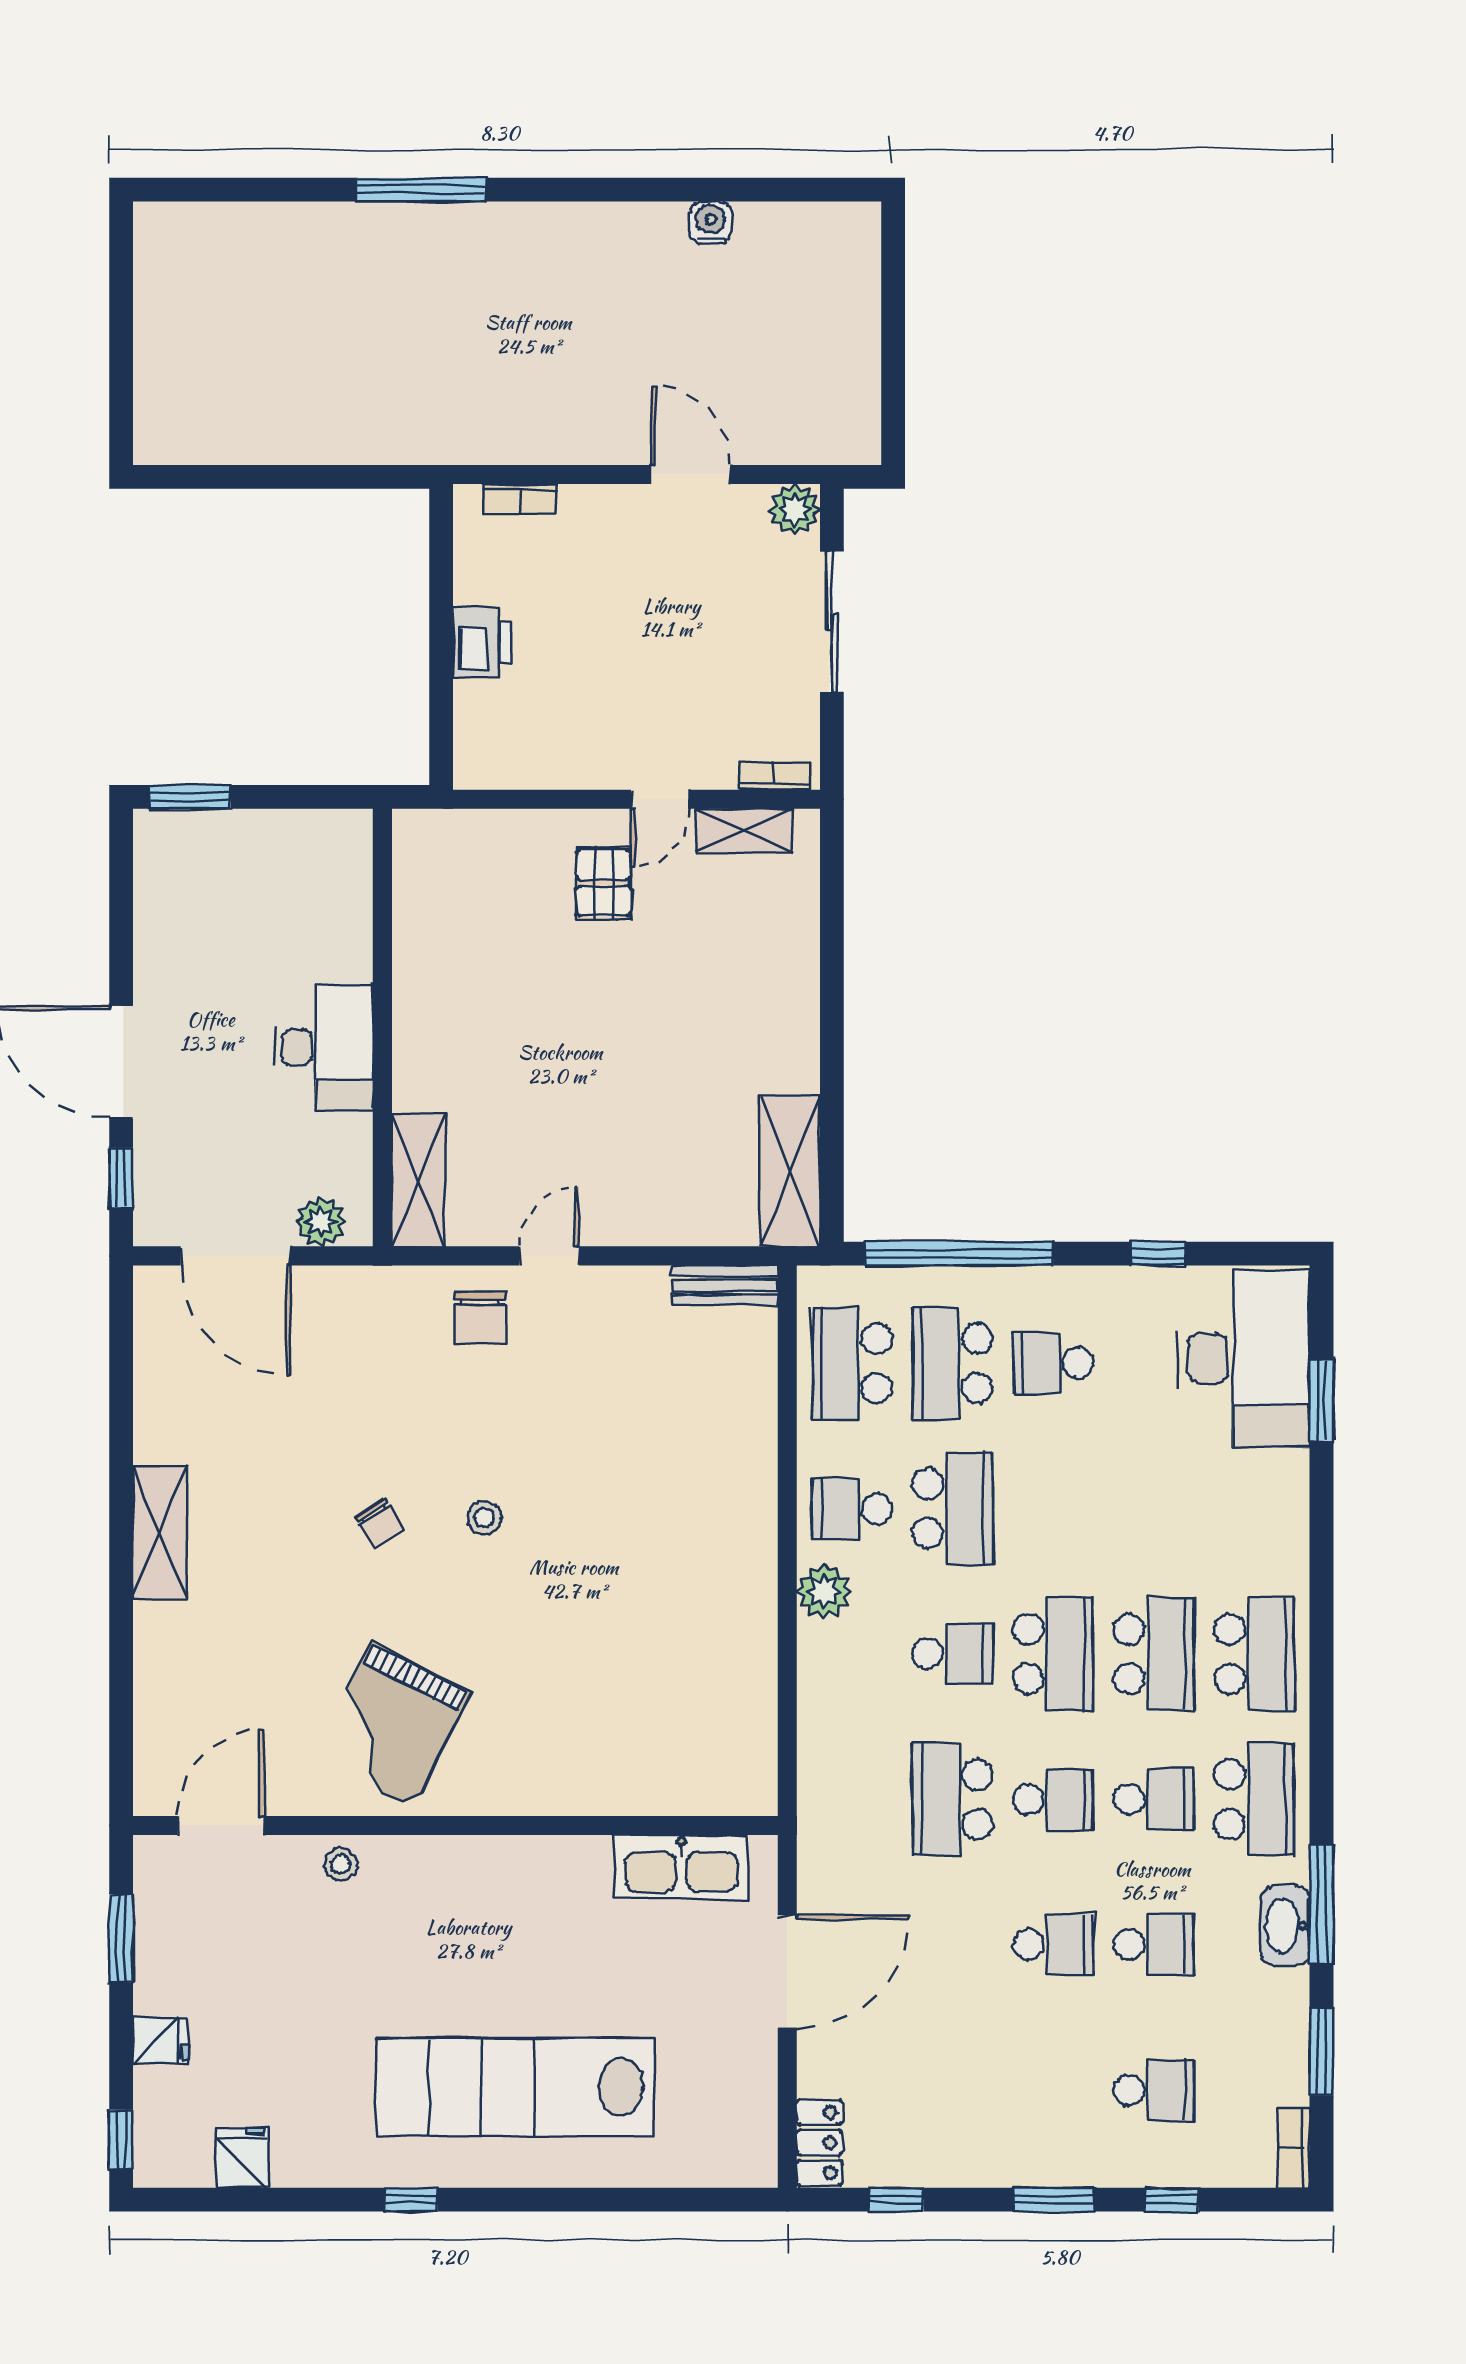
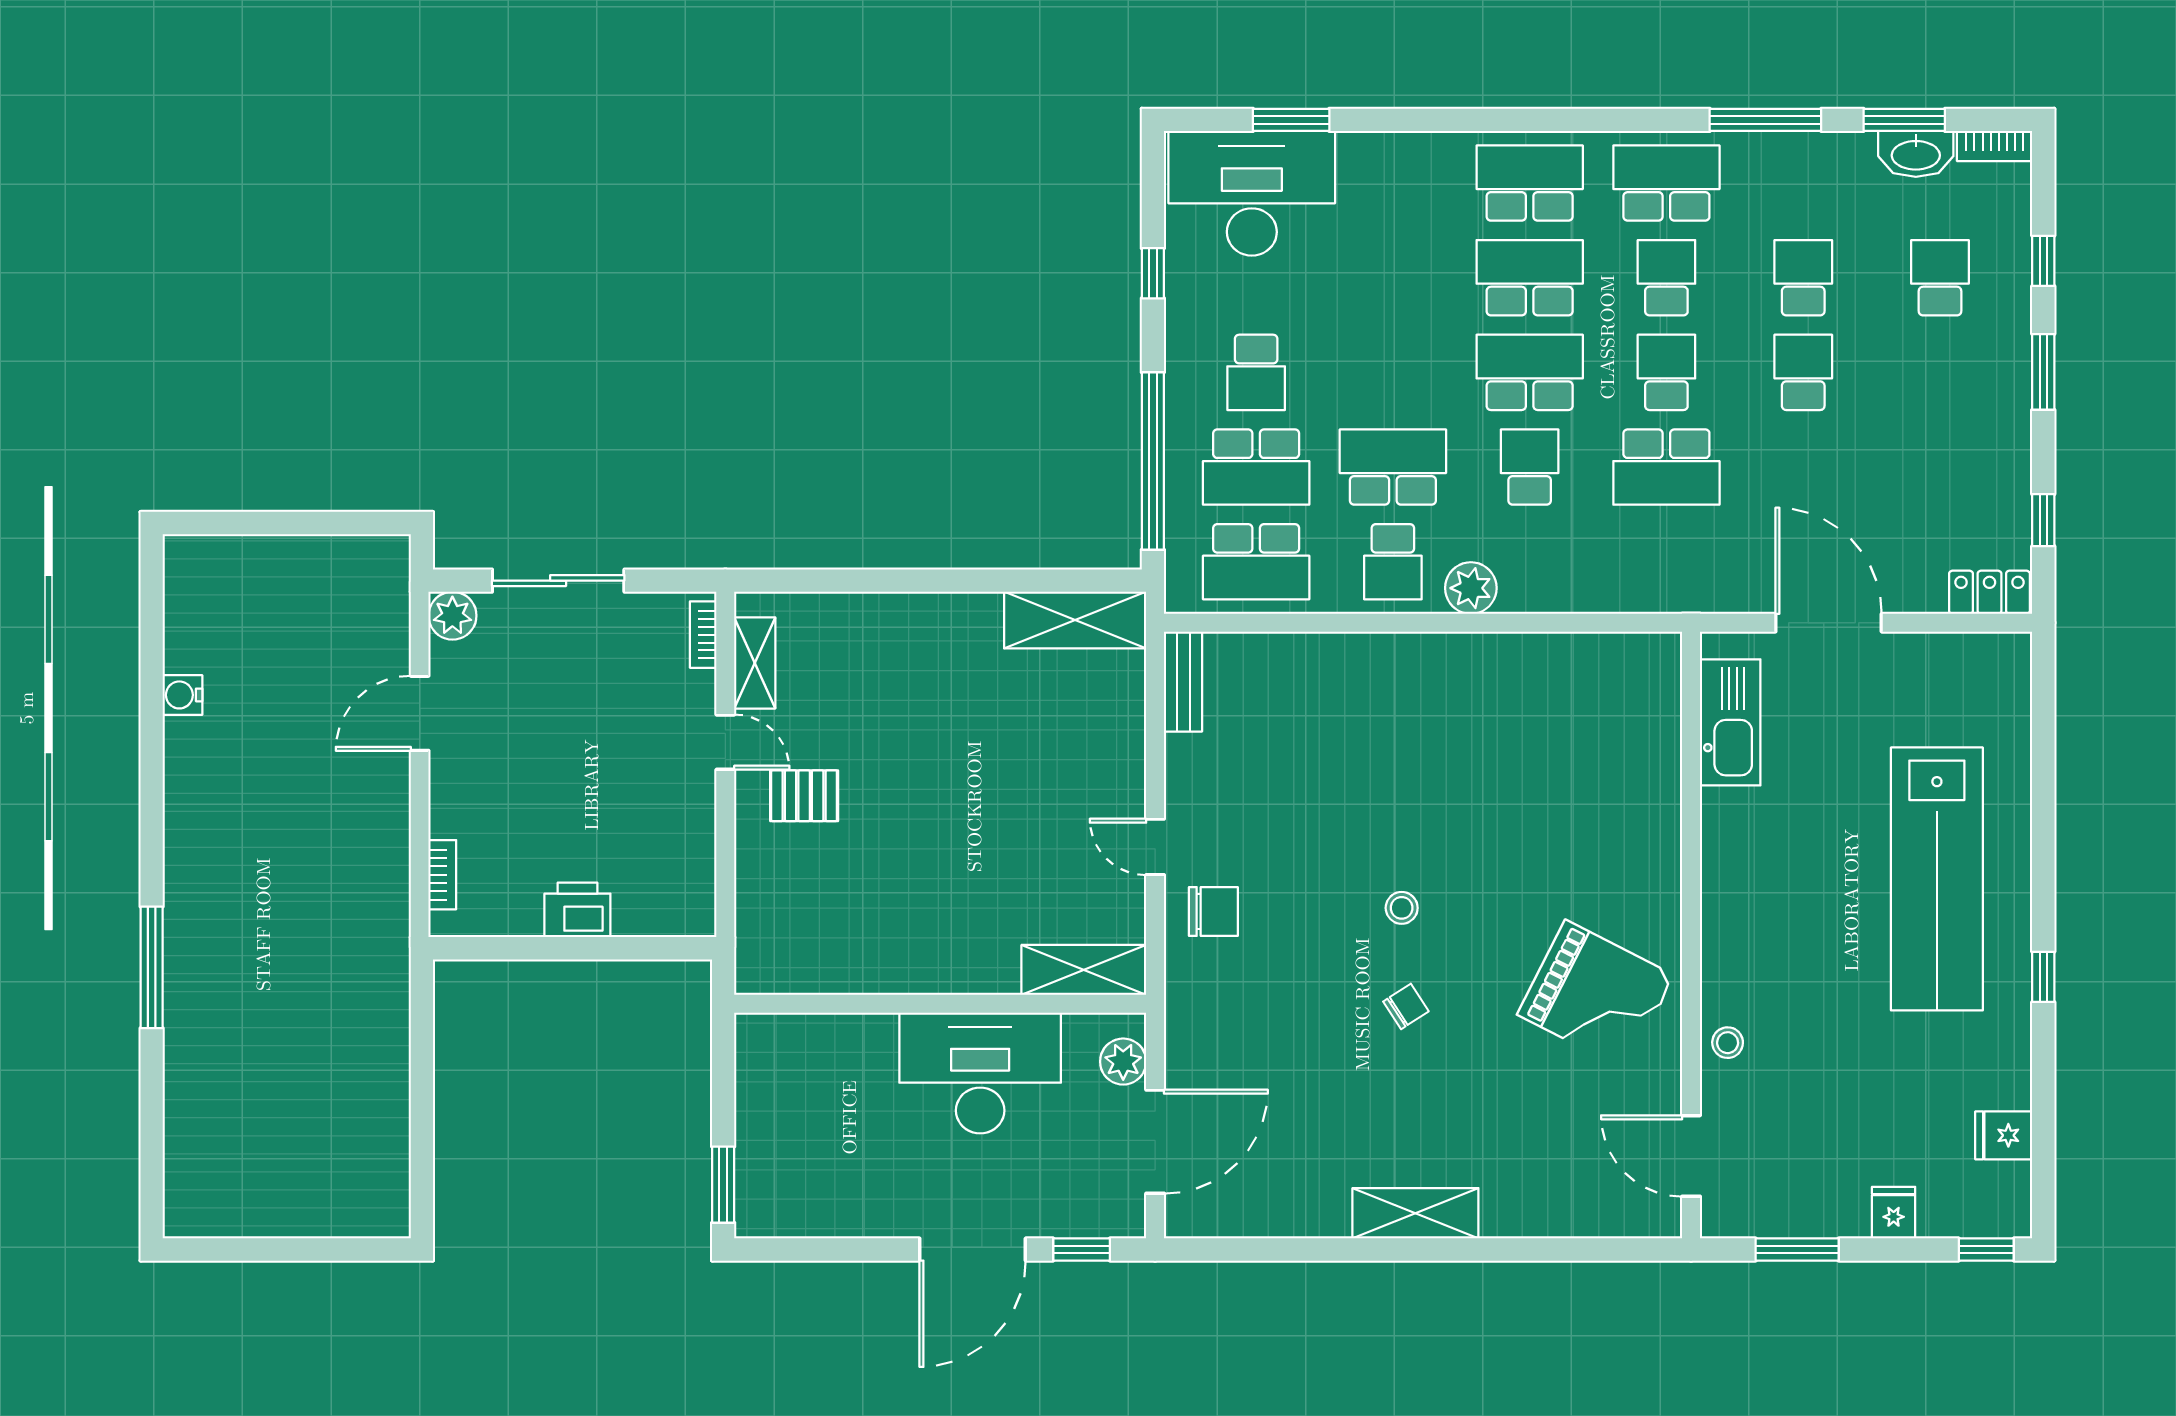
desk: (324, 1047) -> (980, 1073), width x1.36, depth x1.30
washbasin: (1285, 1926) -> (1916, 154), moved

